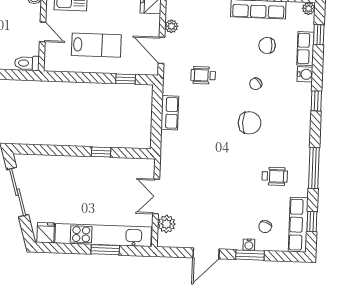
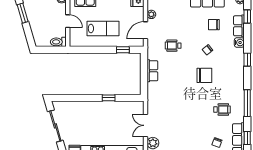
door: (162, 50) -> (146, 30), hinge flipped

